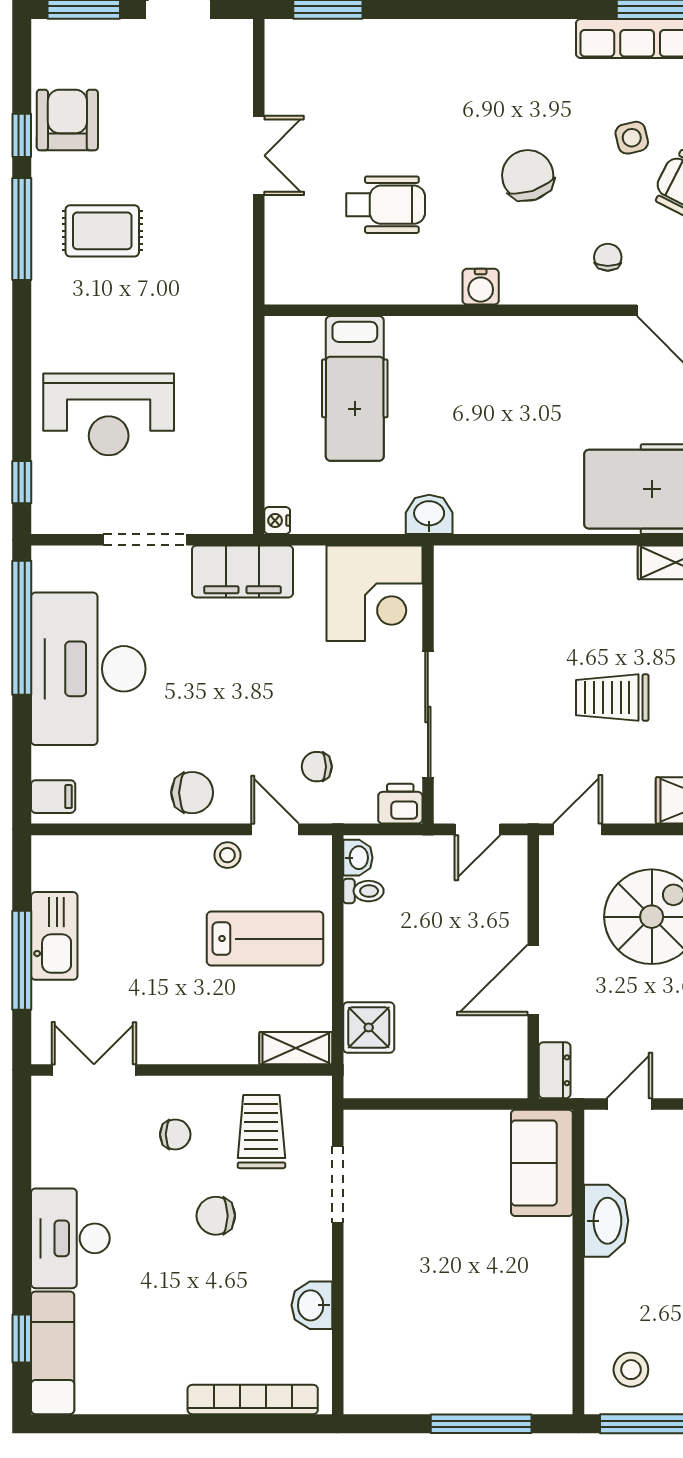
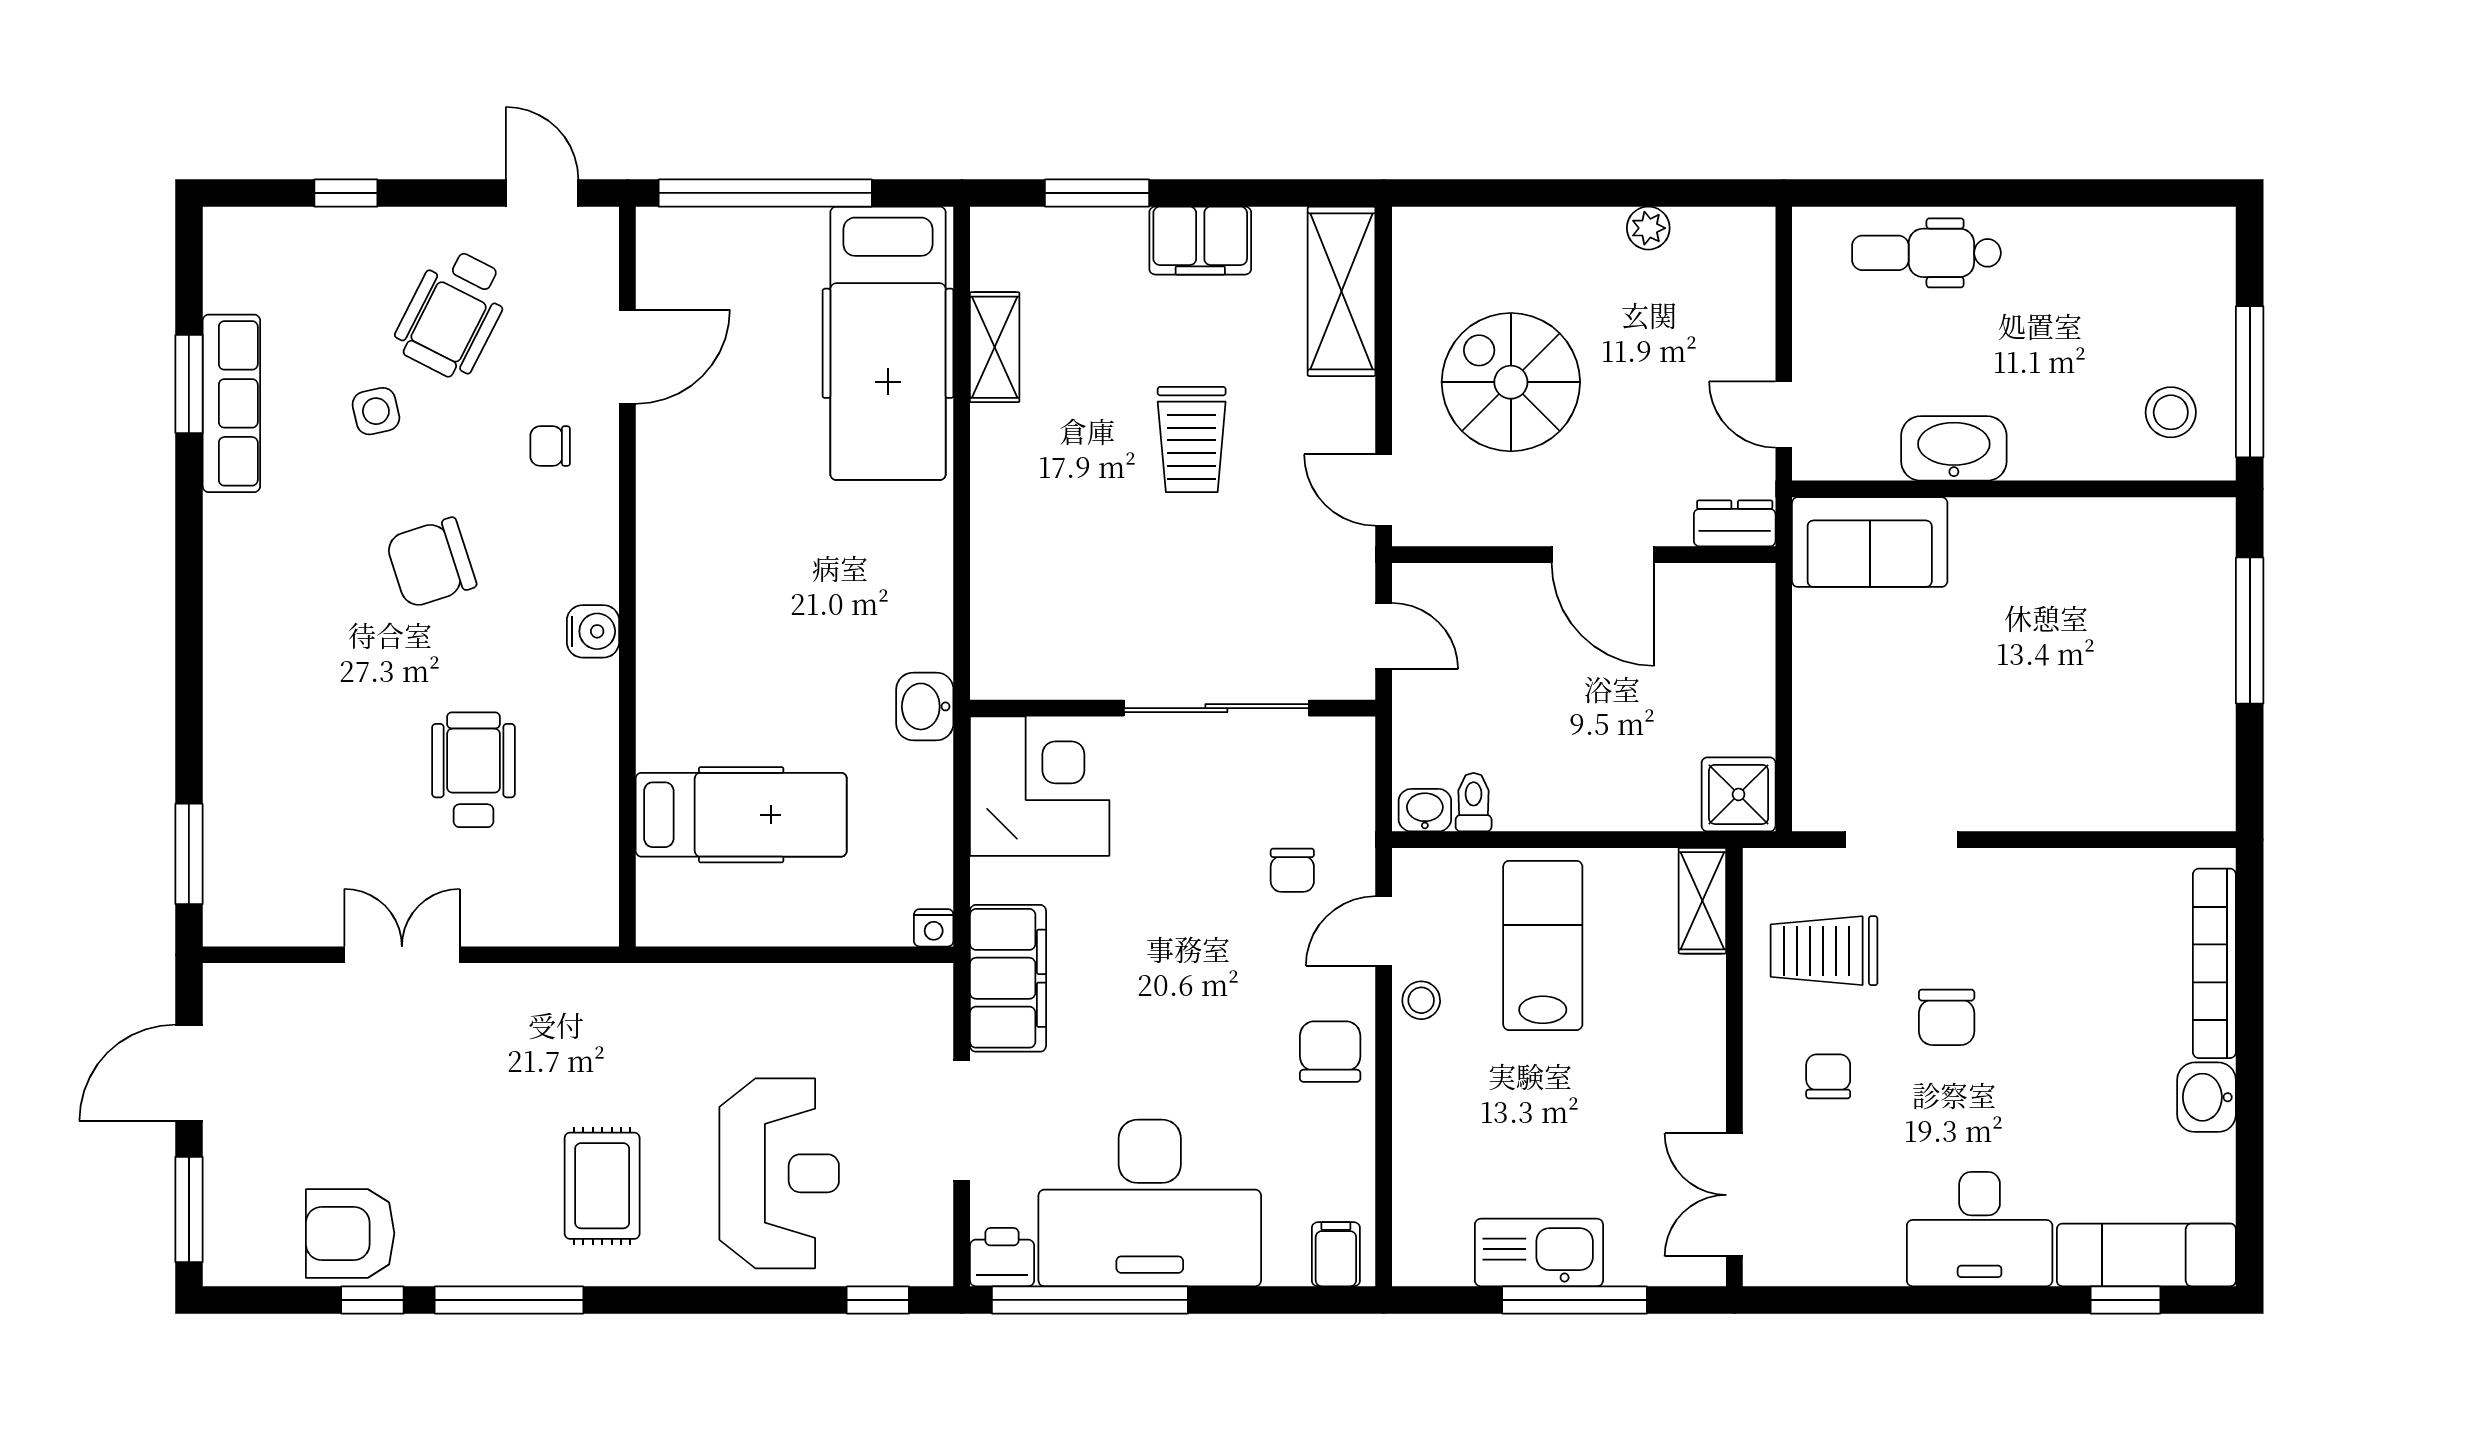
rug: (102, 231) -> (602, 1186), moved
printer: (400, 804) -> (1002, 1257), moved, turned 90
shower: (369, 1027) -> (1739, 794), moved
washbasin: (312, 1305) -> (2206, 1097), moved, turned 90

